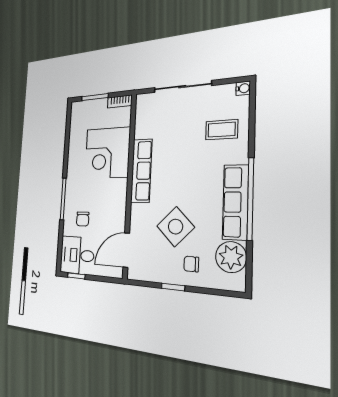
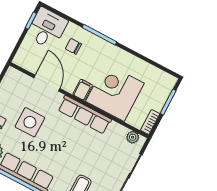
plant: (142, 109) -> (133, 137), added
filing cabinet: (118, 187) -> (83, 90), added
side table: (176, 227) -> (30, 122), turned 45
door: (126, 250) -> (47, 83), moved

